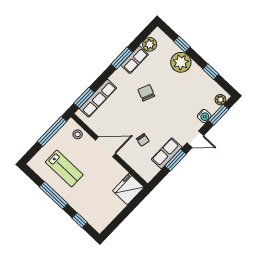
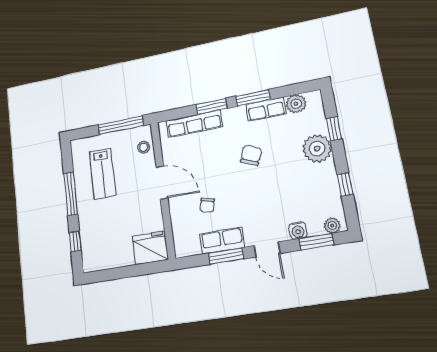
window: (84, 98) -> (211, 106), moved

